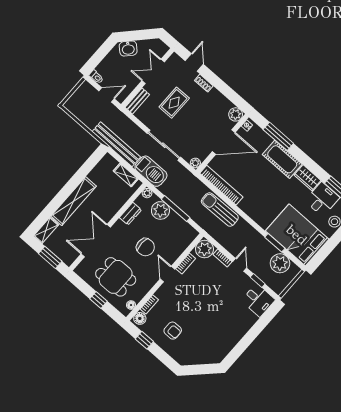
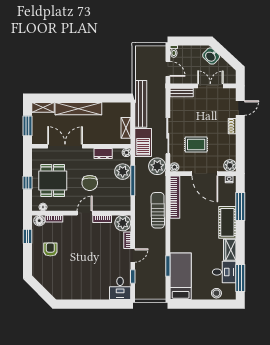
rug: (174, 103) -> (196, 145), moved
bed: (297, 235) -> (181, 276), width x0.67
plant: (280, 263) -> (157, 166), moved
armchair: (173, 331) -> (50, 249), turned 180

